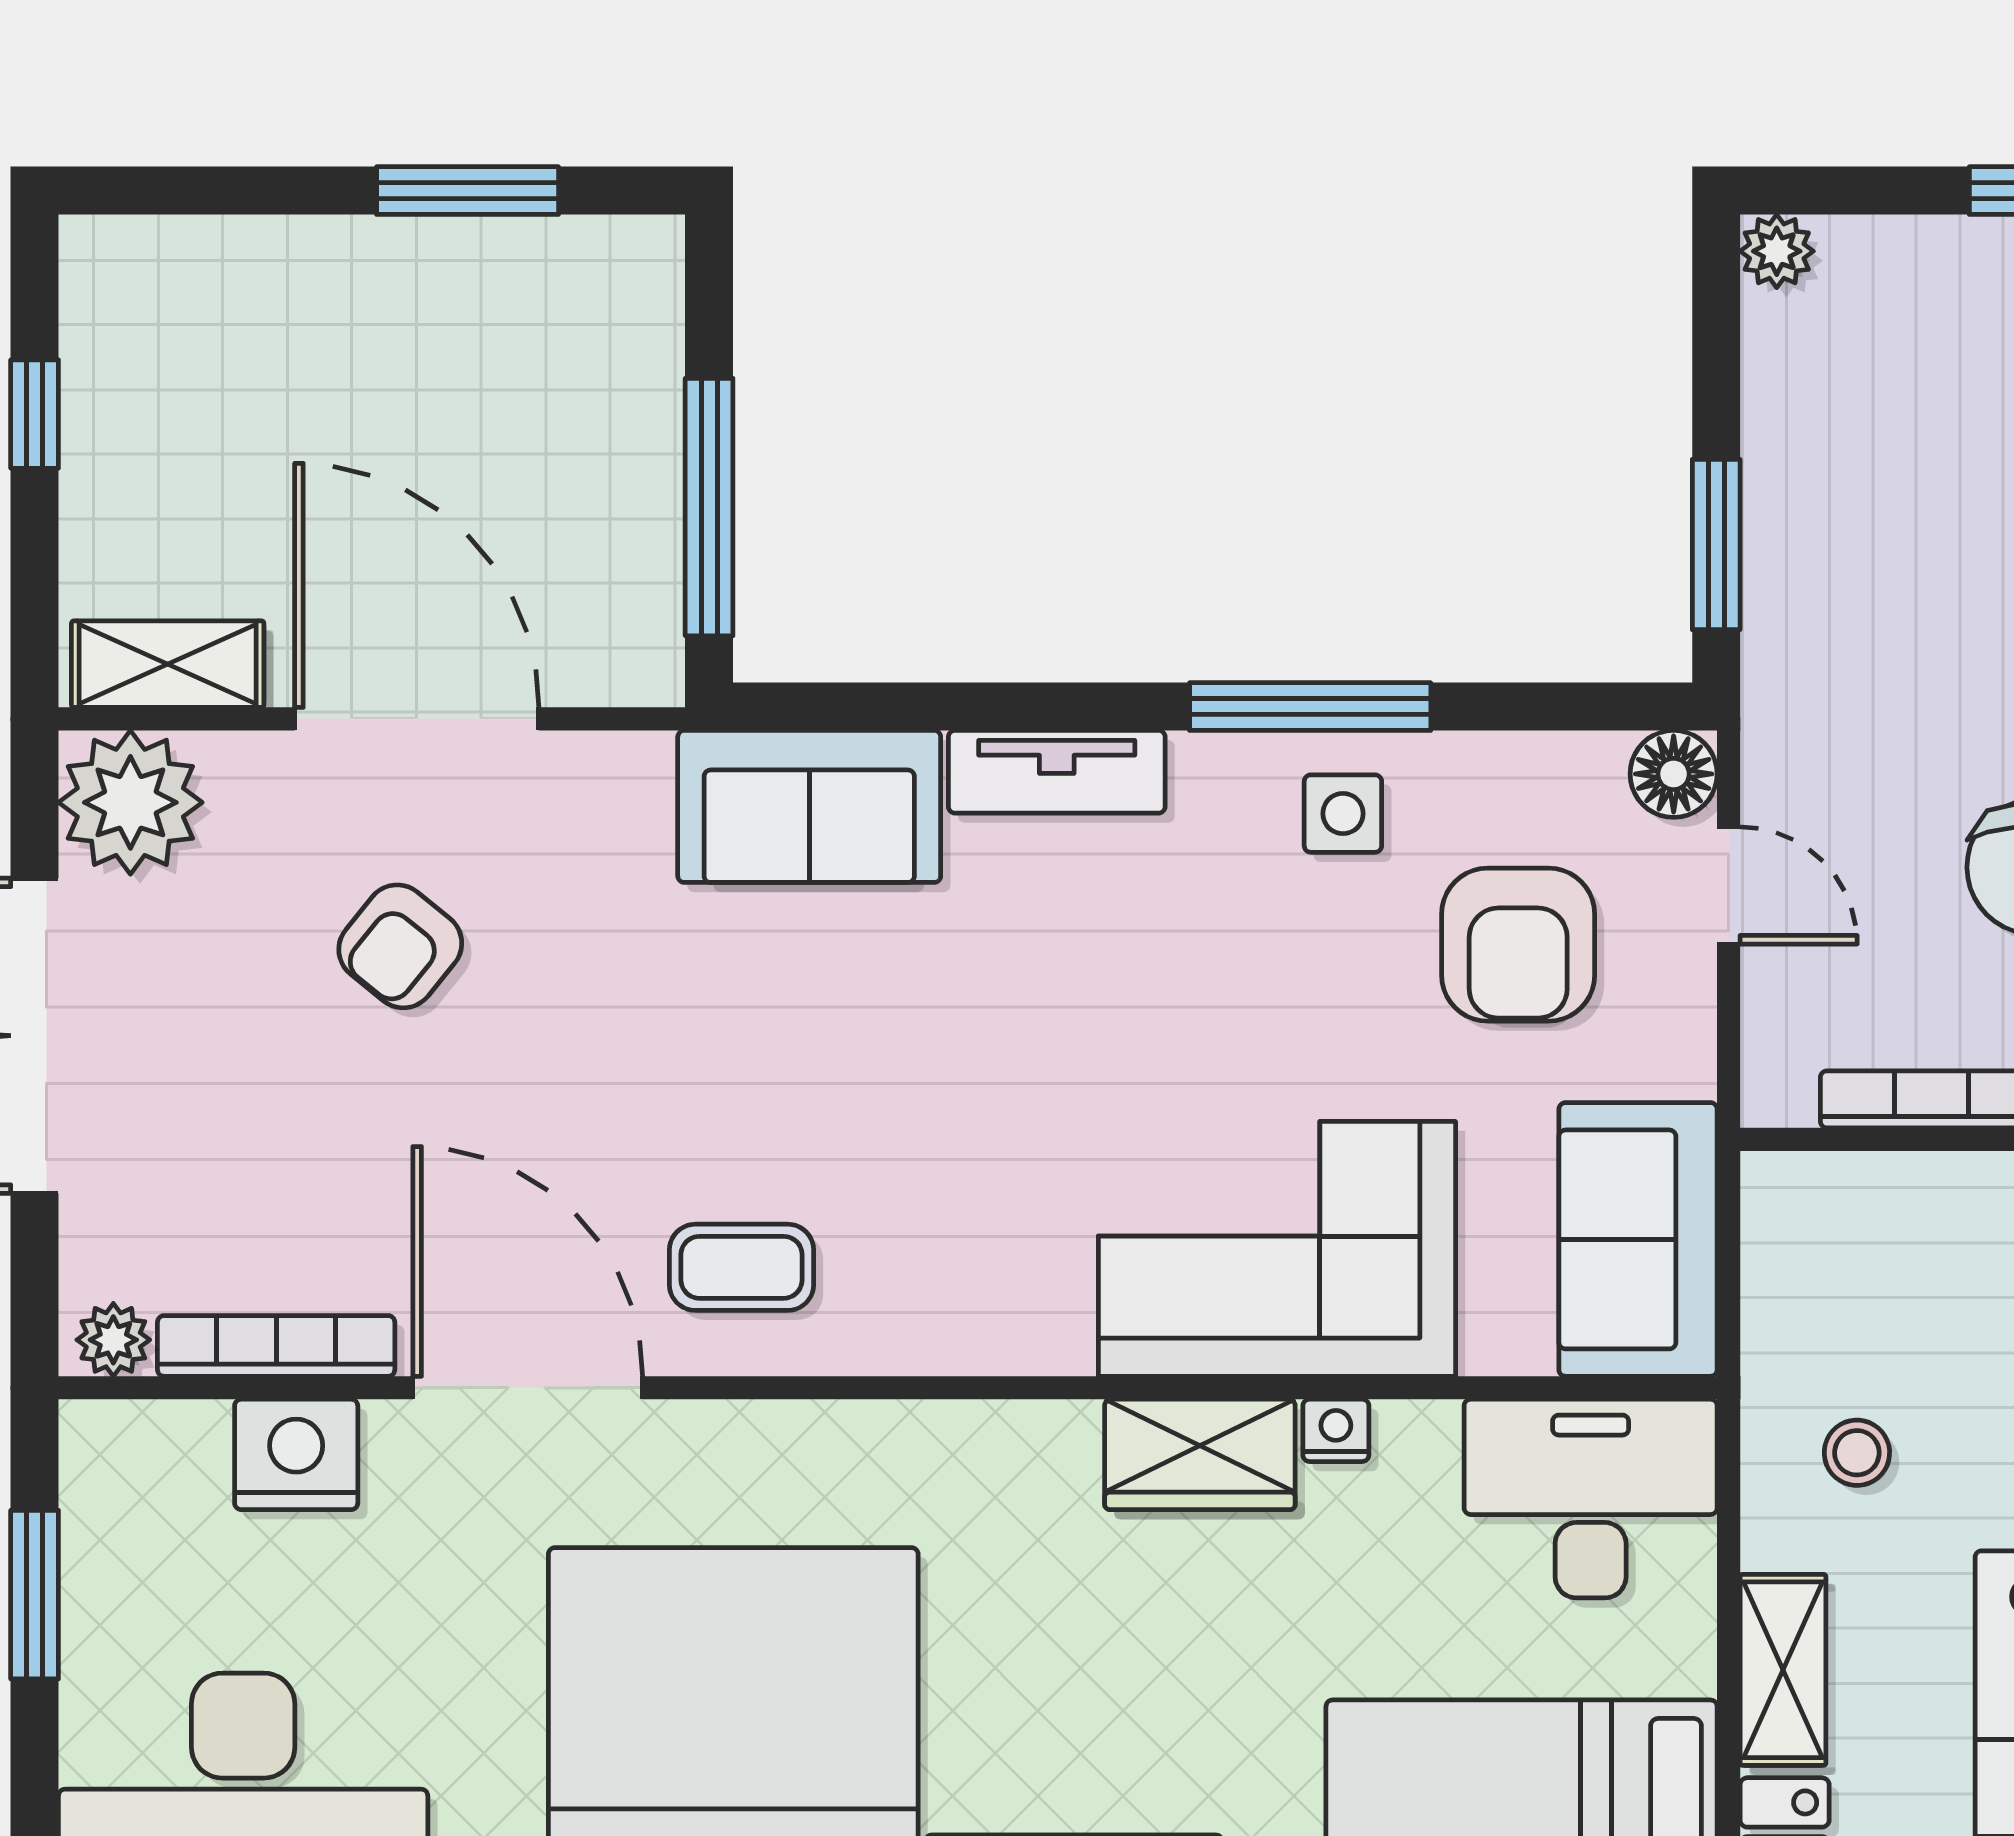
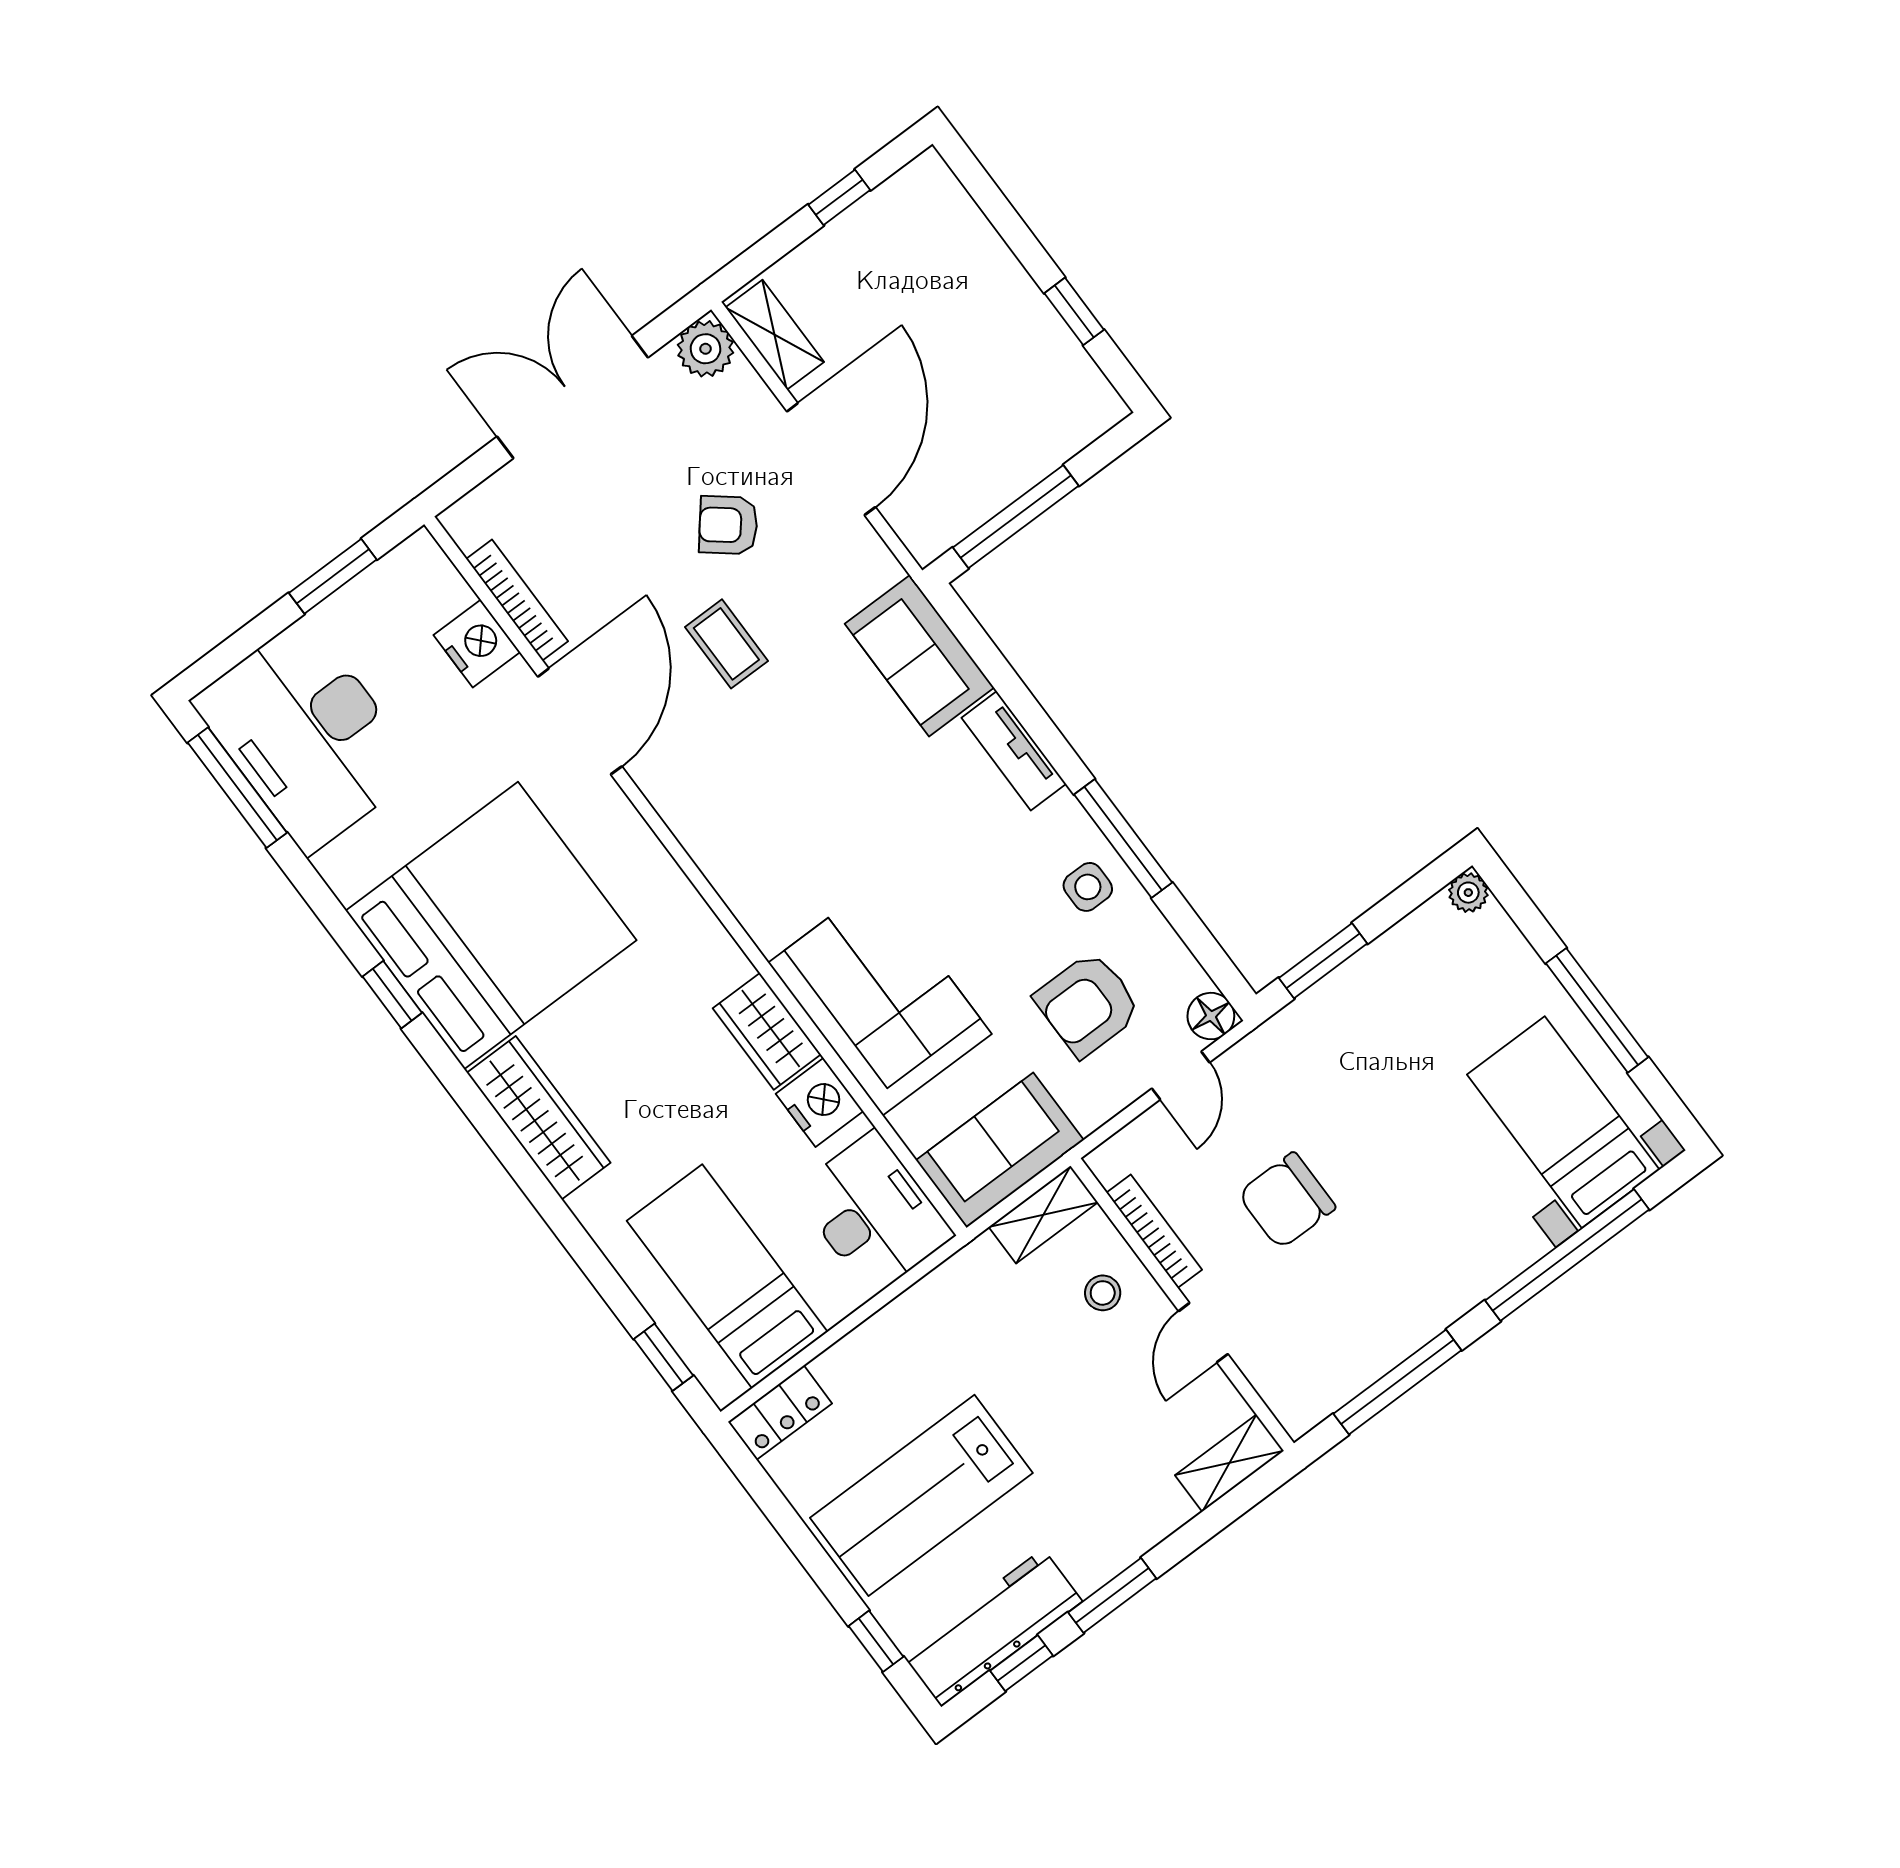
window: (468, 191) -> (1074, 311), width x0.67
plant: (130, 802) -> (706, 349), width x0.73, depth x0.73
coffee table: (742, 1267) -> (726, 644), moved
plant: (113, 1340) -> (467, 528), removed
nightstand: (1336, 1430) -> (820, 1102), width x1.89, depth x1.79
stool: (1857, 1453) -> (1103, 1293), moved
shelving: (1783, 1670) -> (1043, 1215), moved

